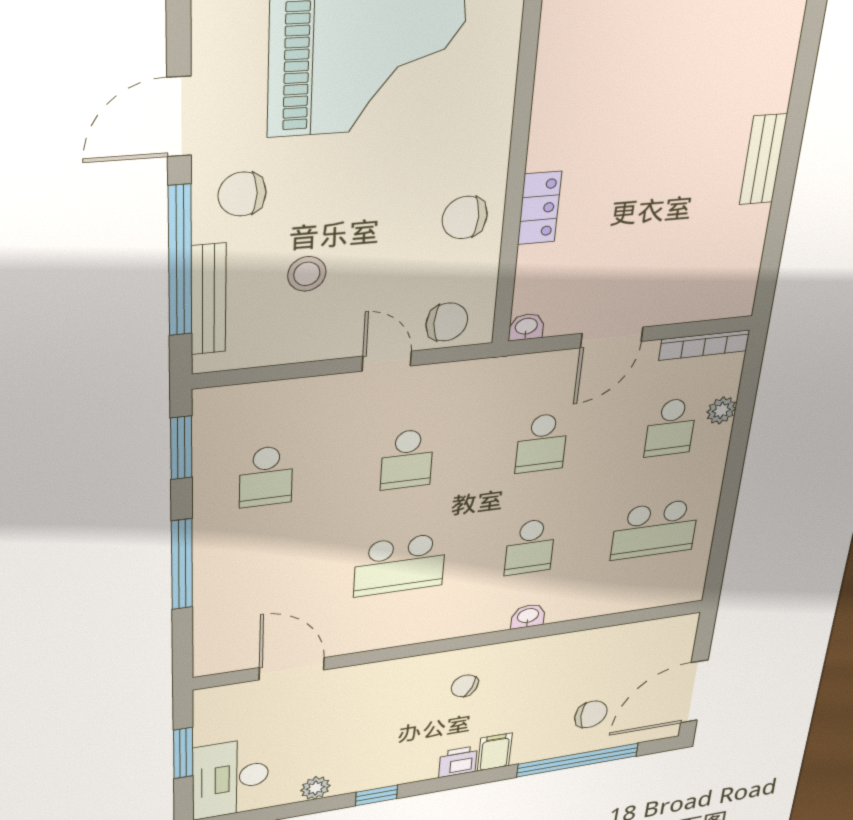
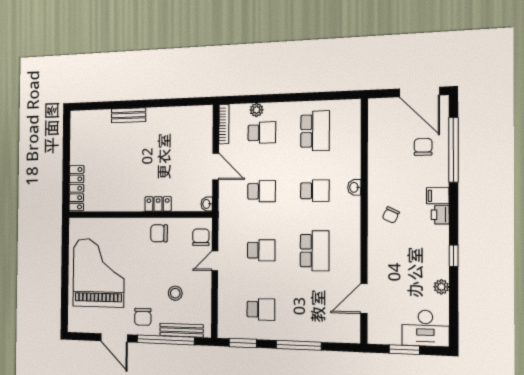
bench: (763, 159) -> (128, 115), moved
chair: (465, 217) -> (159, 233), turned 89

